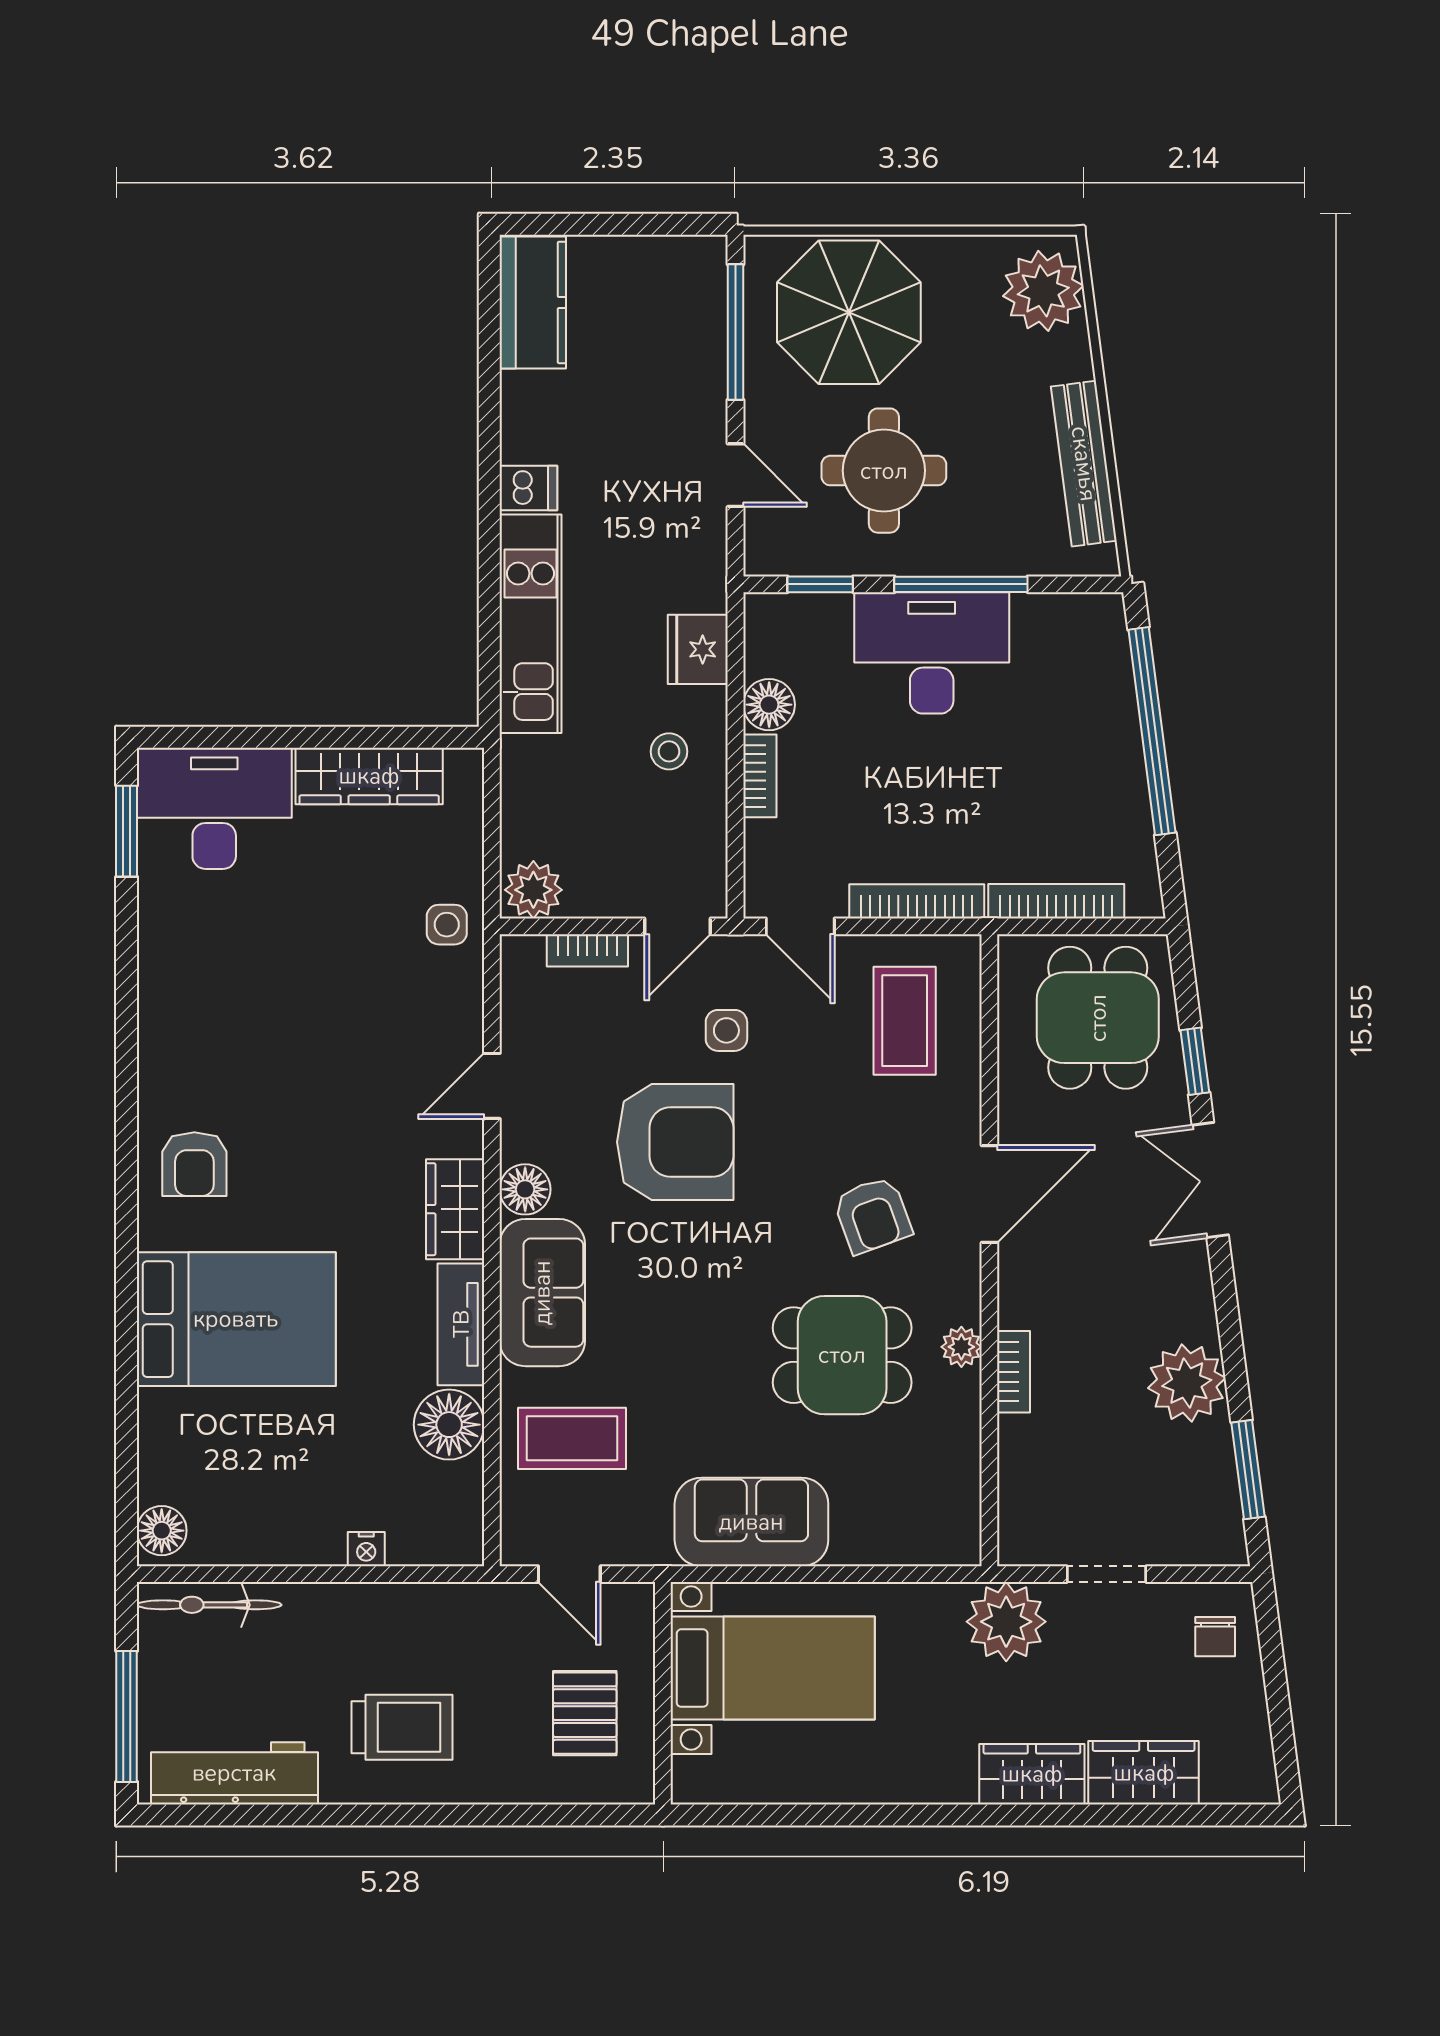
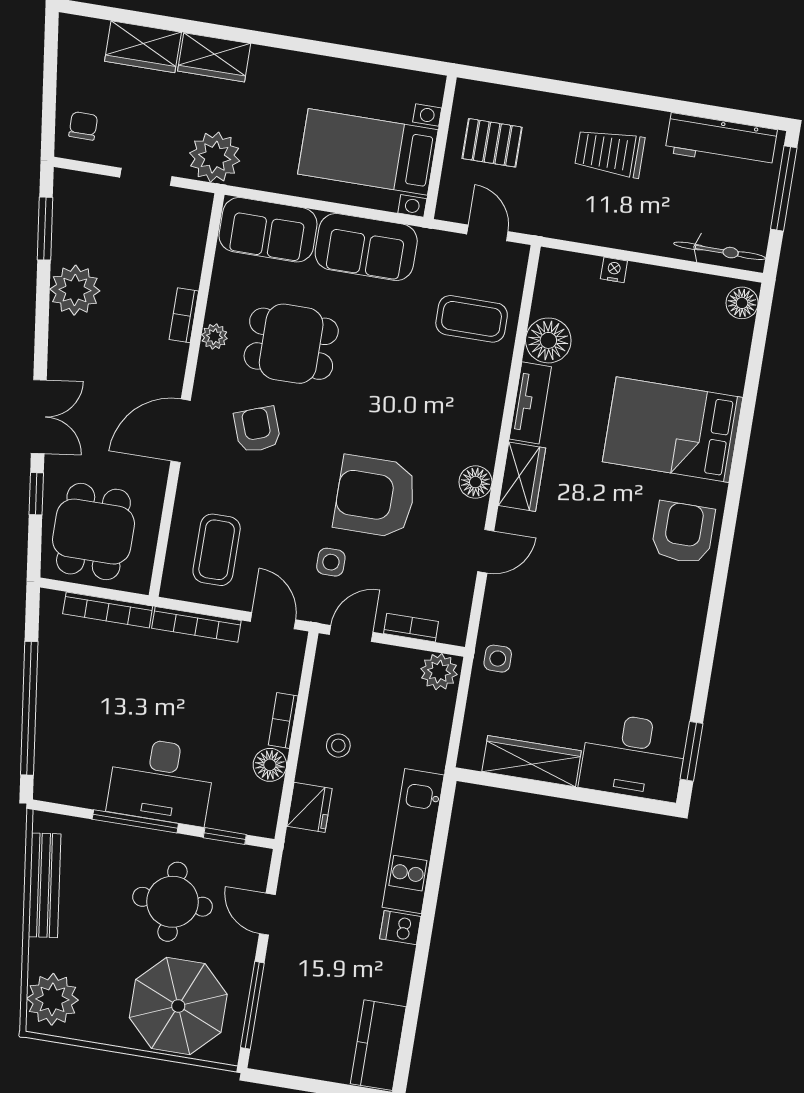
armchair: (194, 1164) -> (683, 532), width x1.38, depth x1.38
sofa: (542, 1293) -> (268, 230), moved, turned -90
pallet: (585, 1713) -> (492, 143), turned 90

